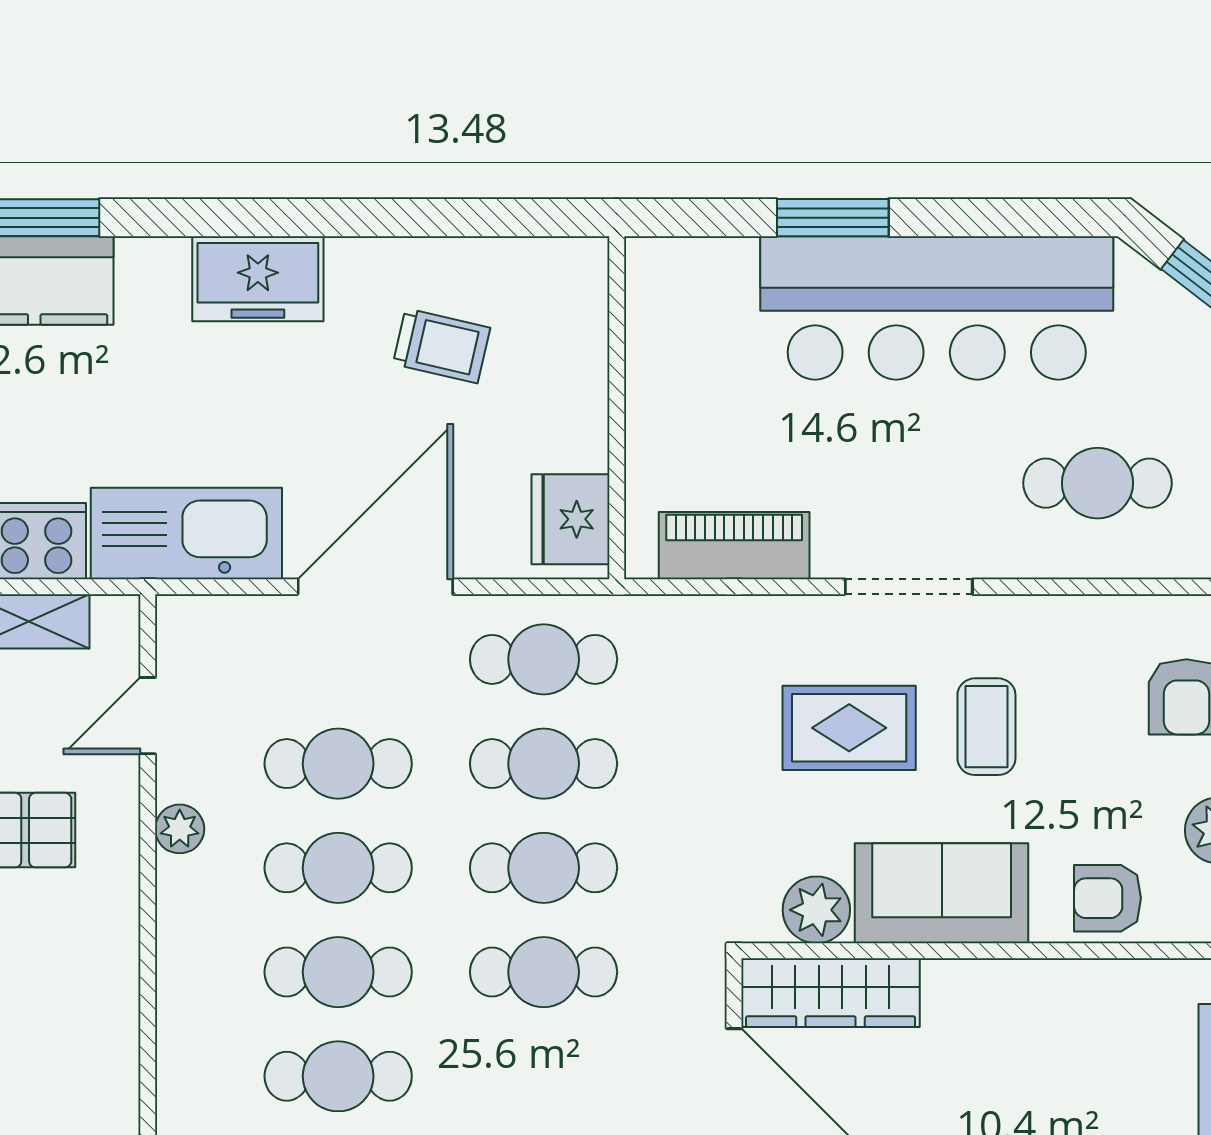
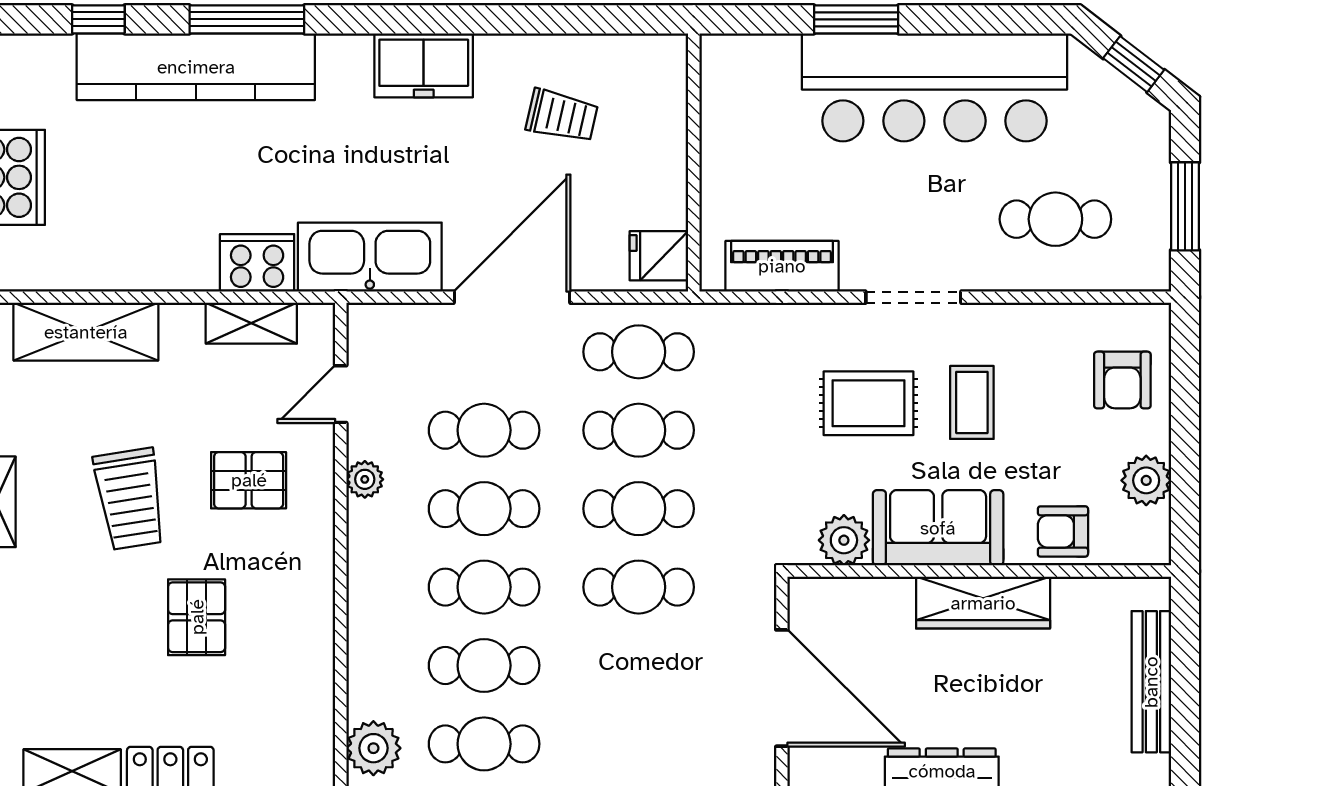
fridge: (570, 519) -> (659, 256), width x0.72
wardrobe: (831, 993) -> (983, 603), moved

